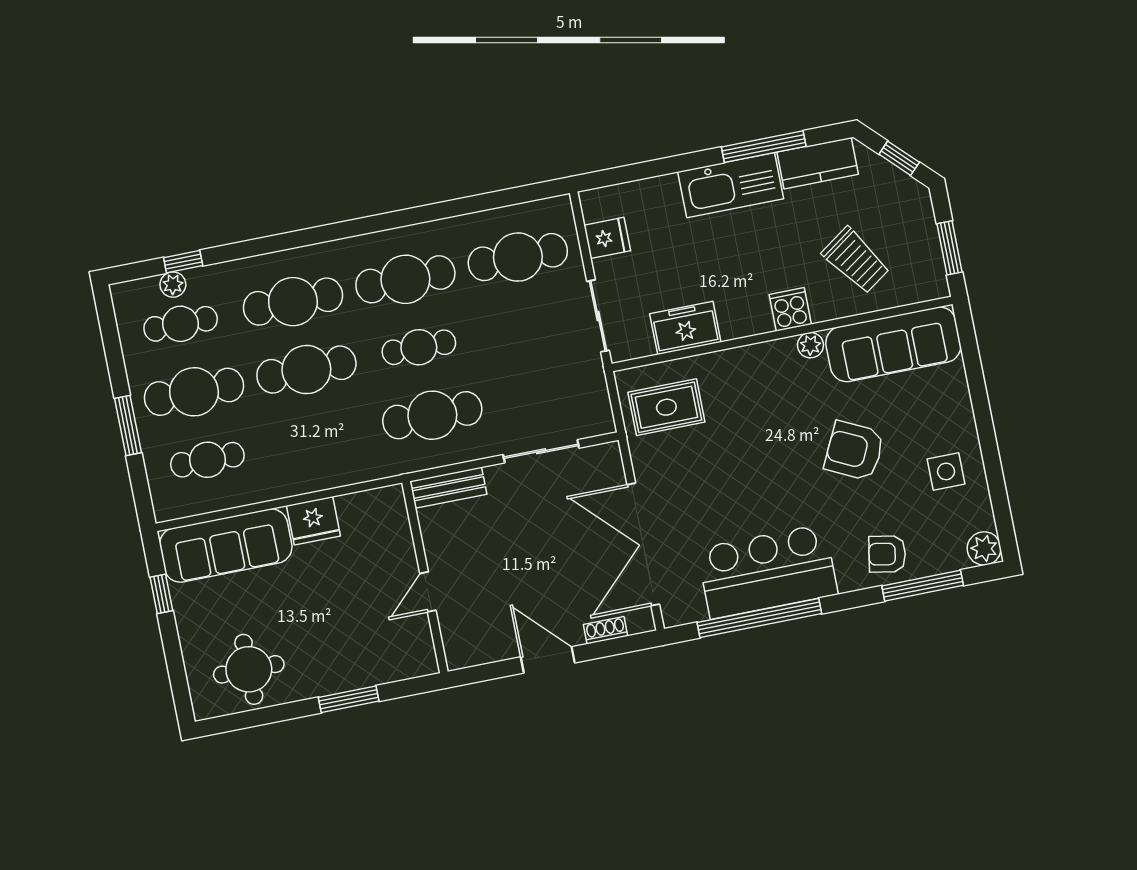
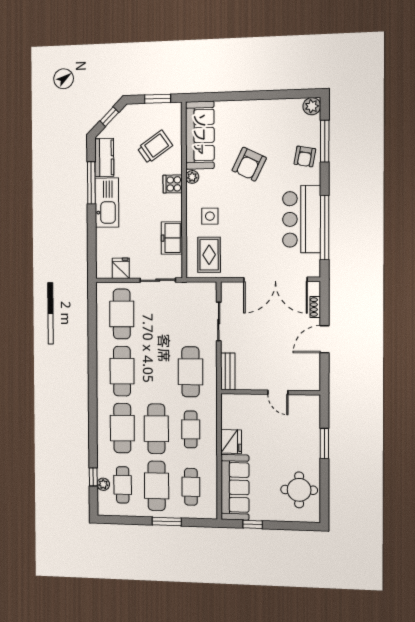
cafe table: (419, 347) -> (191, 429), moved
side table: (946, 471) -> (210, 216), moved

